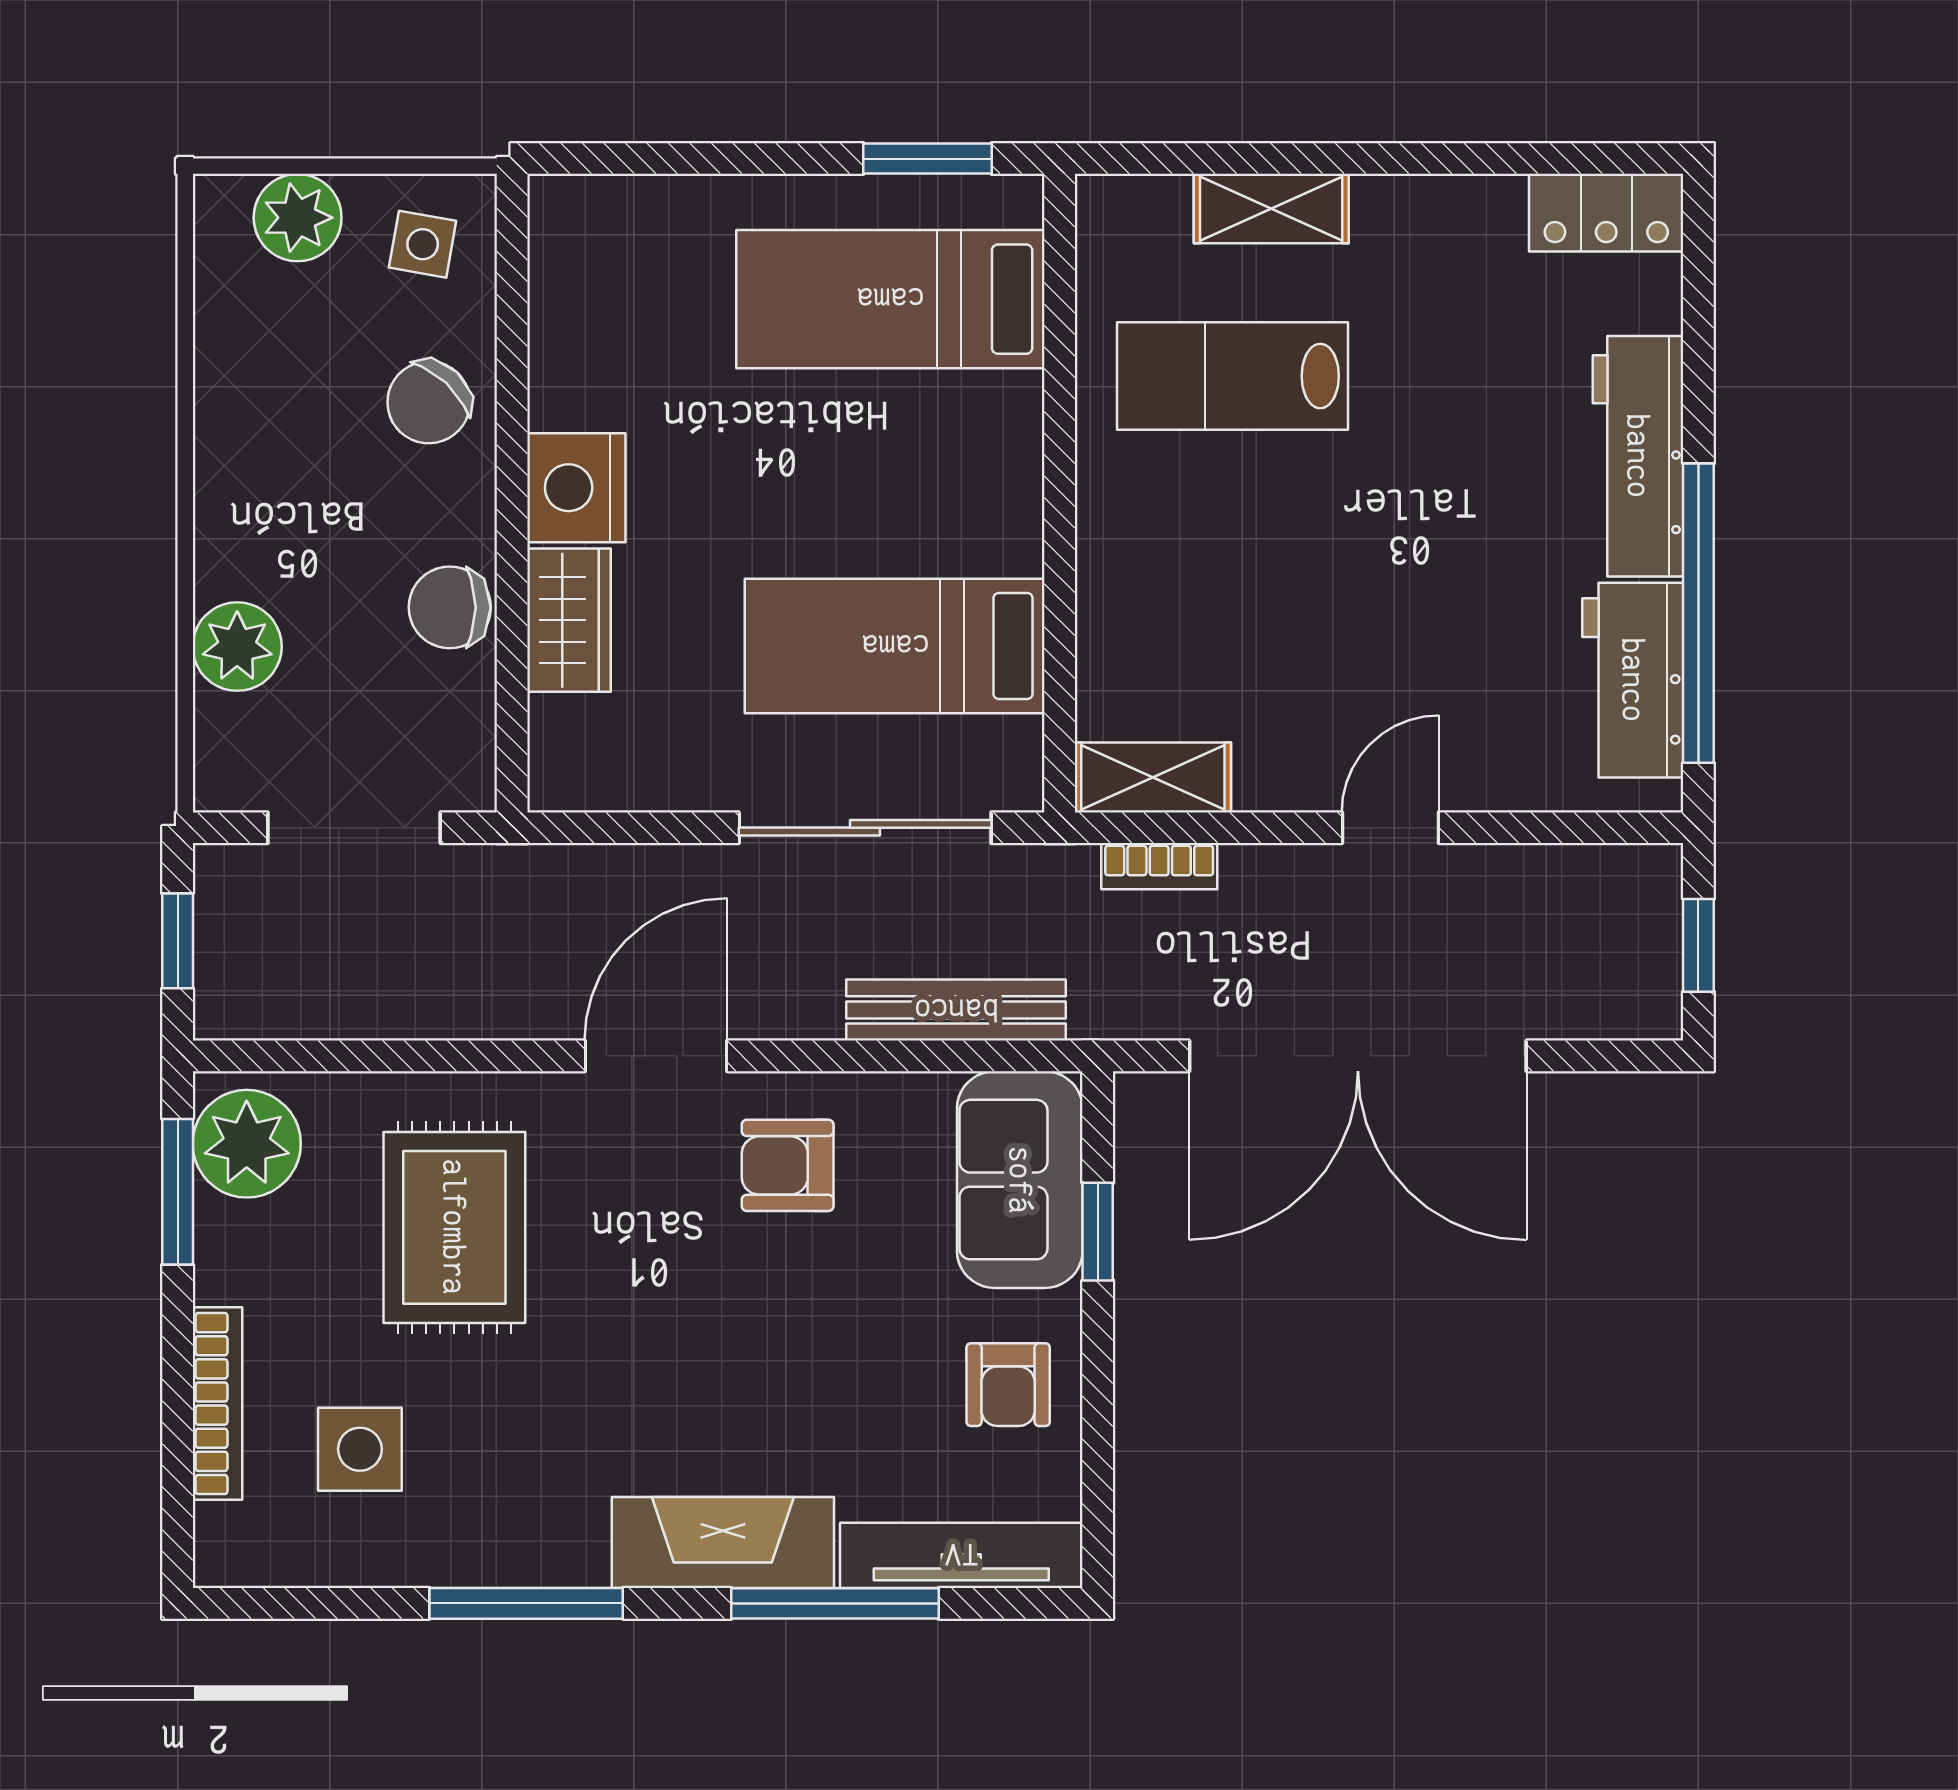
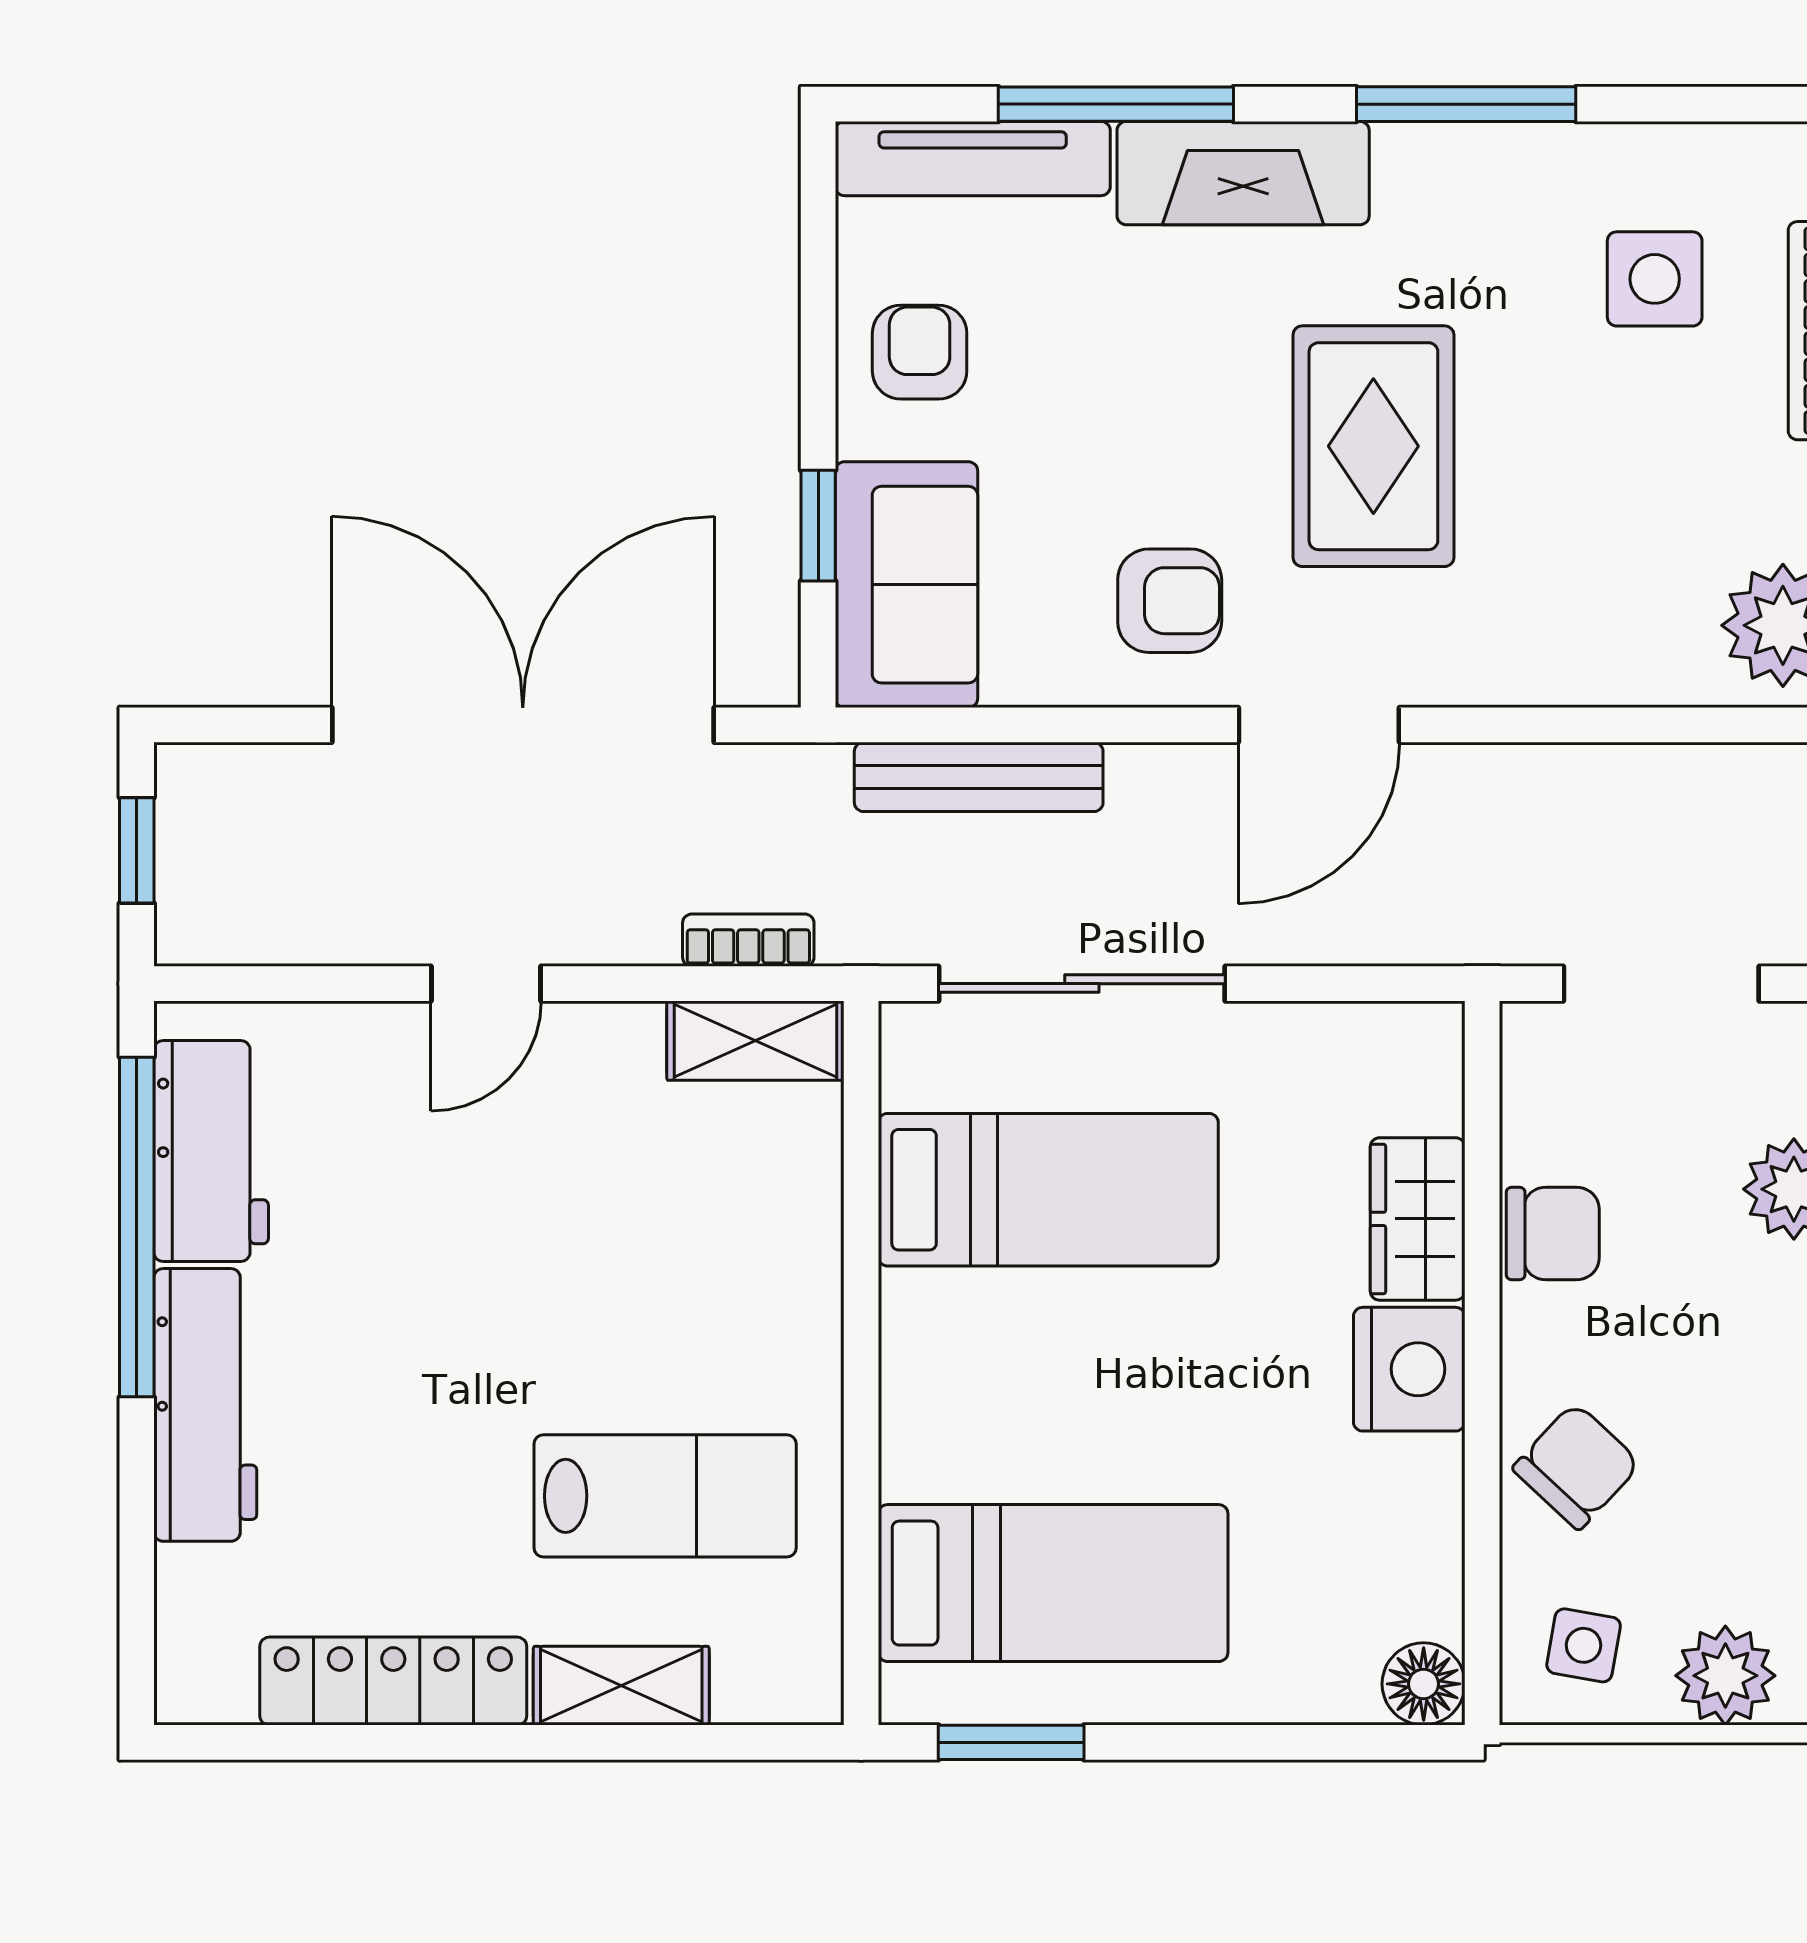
floor lamp: (564, 210) -> (1424, 1684), added
locker: (1606, 213) -> (393, 1681), moved, width x1.53
rug: (454, 1227) -> (1373, 446), moved

